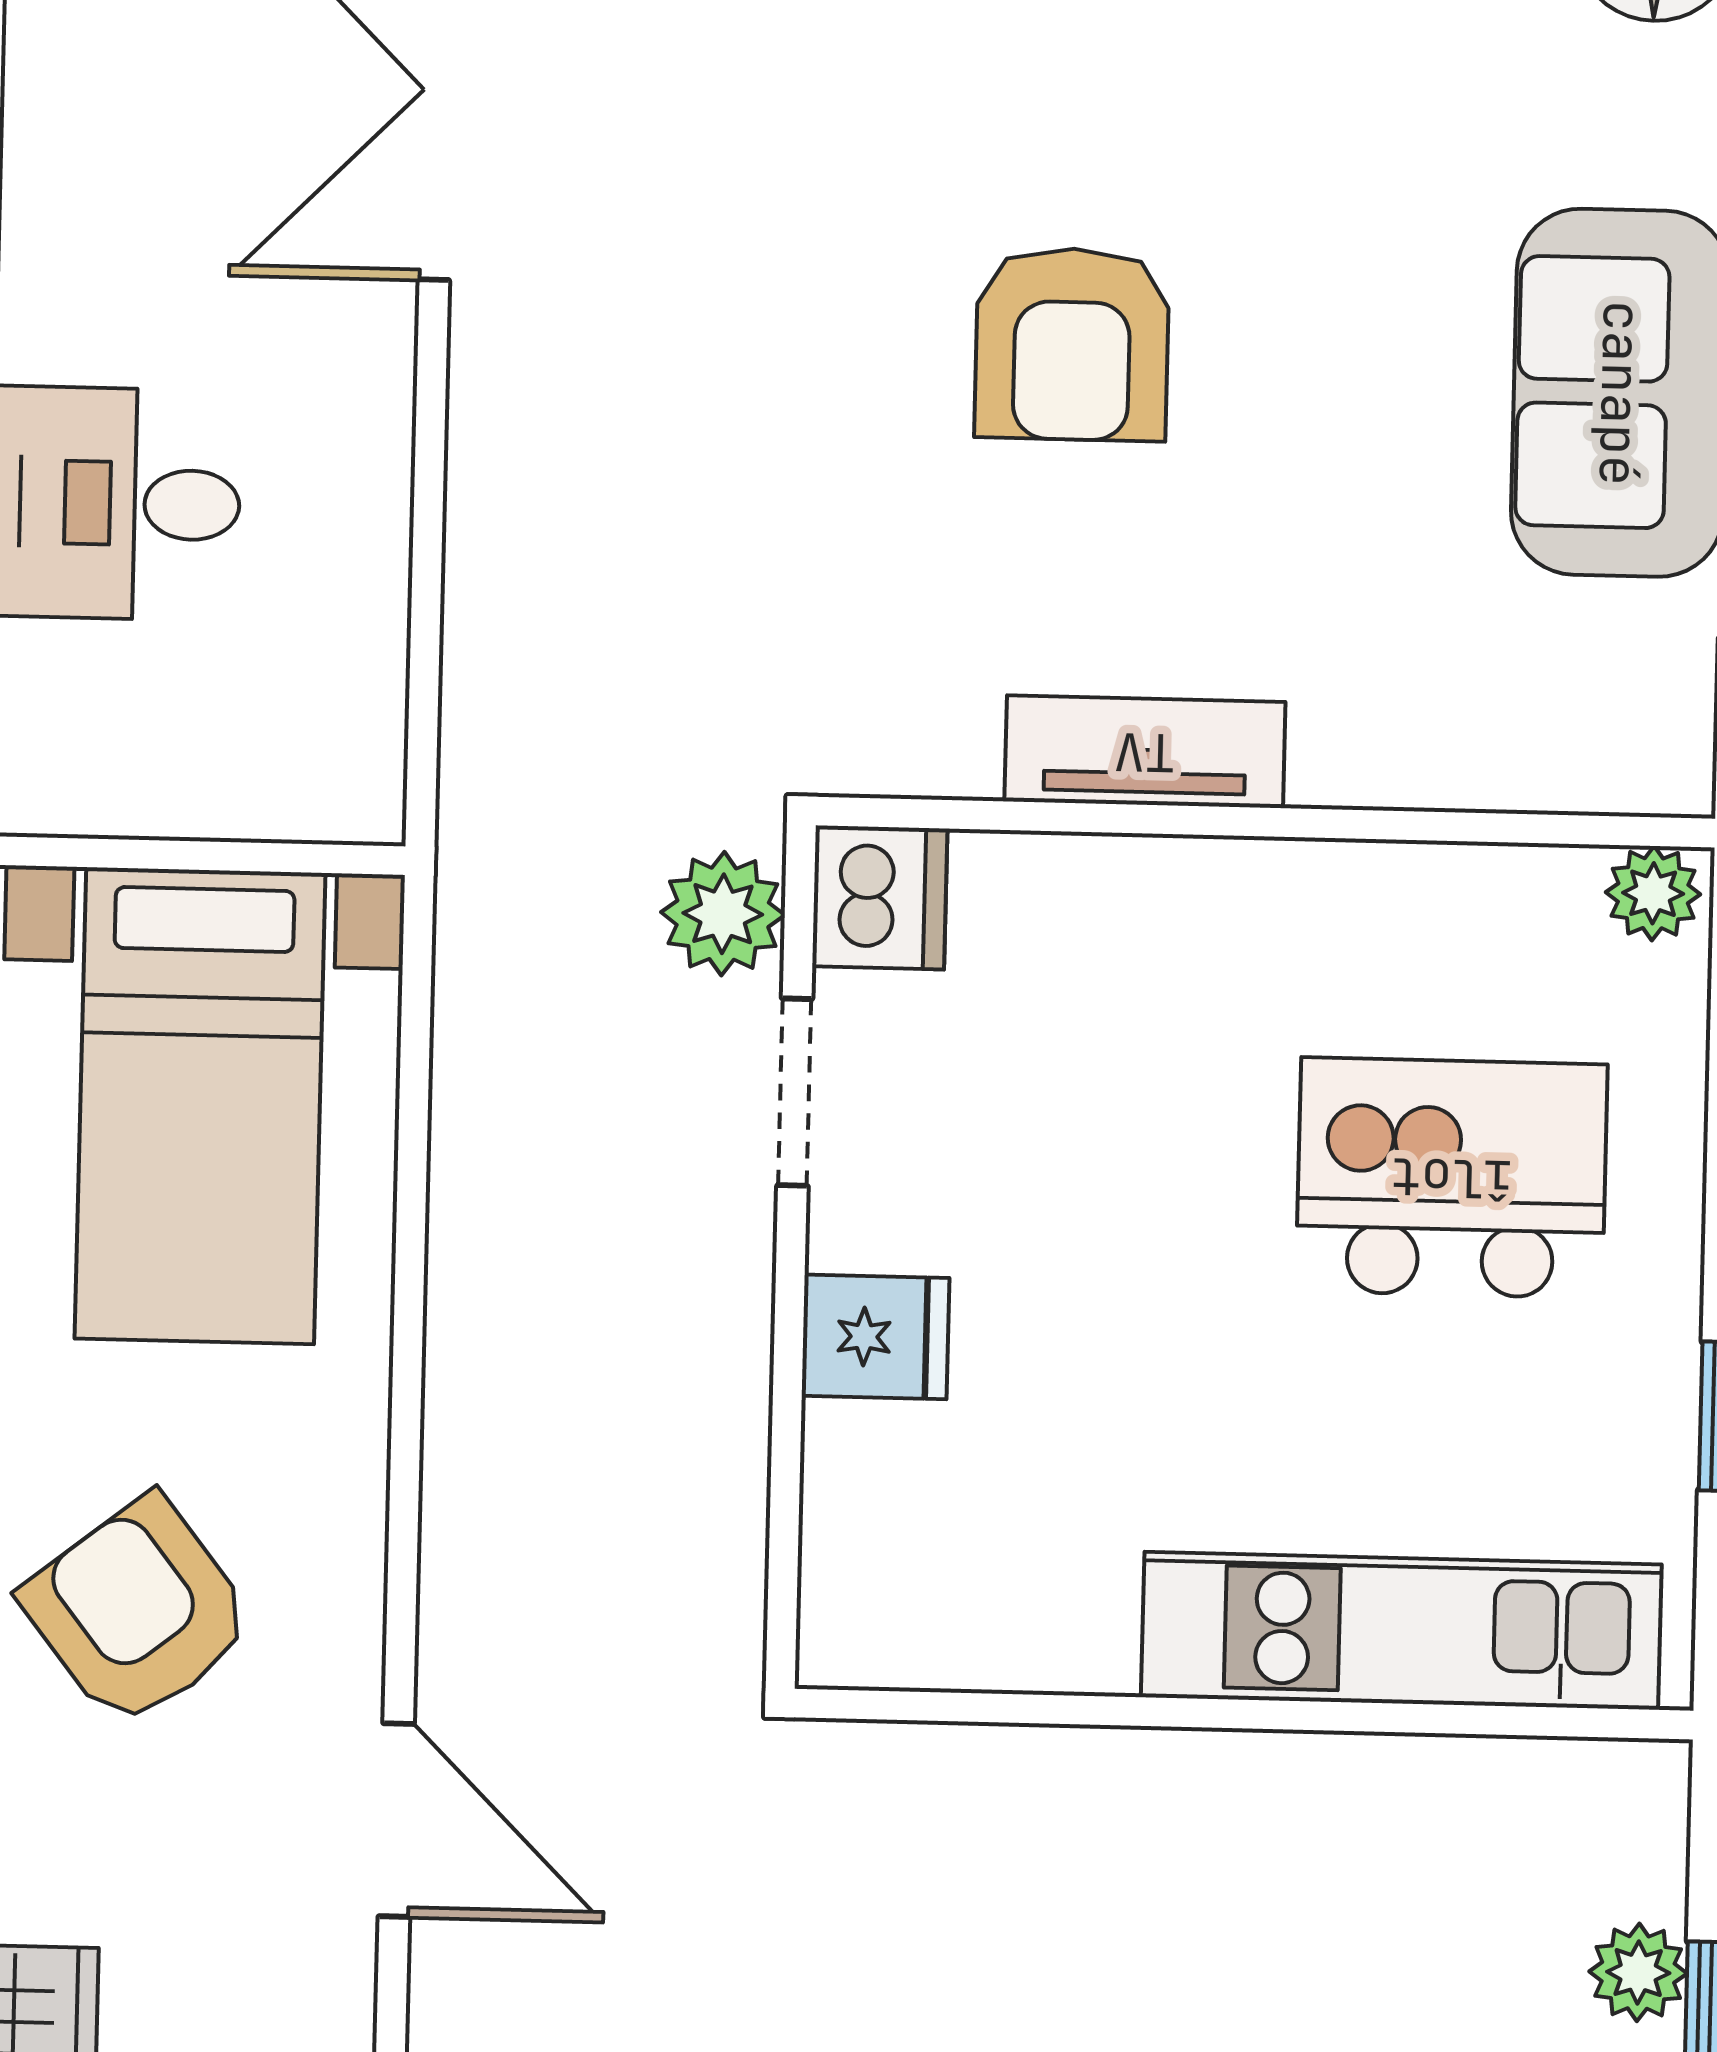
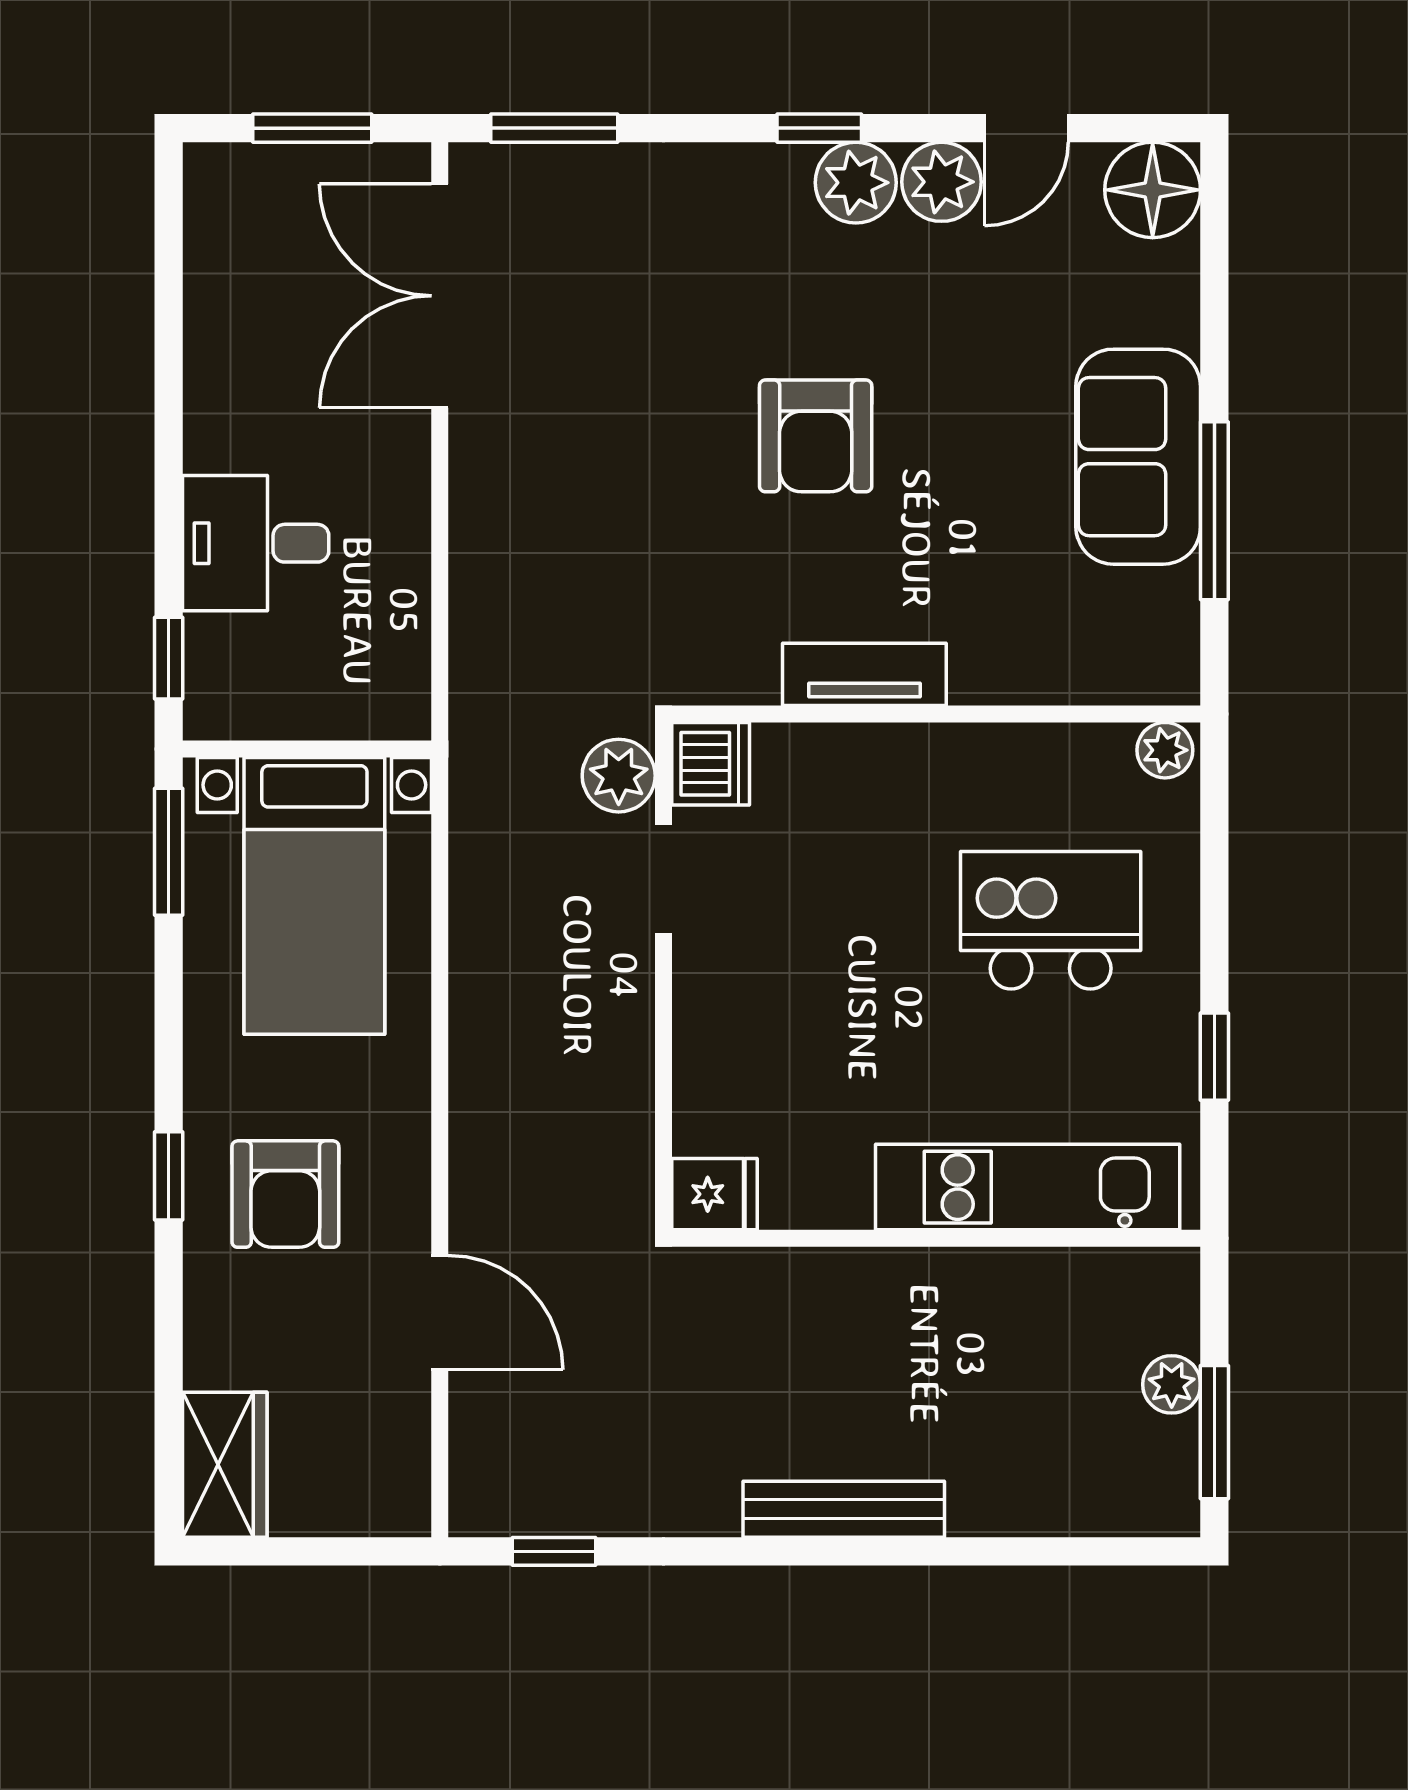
fridge: (876, 1337) -> (715, 1194), moved
armchair: (138, 1612) -> (285, 1194), turned -142

